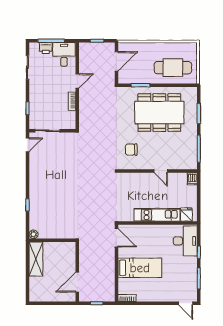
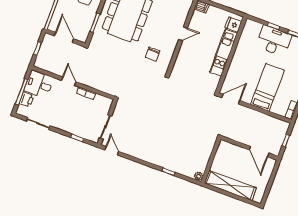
desk: (185, 241) -> (274, 41), moved
shelving: (36, 259) -> (230, 185), width x1.47

